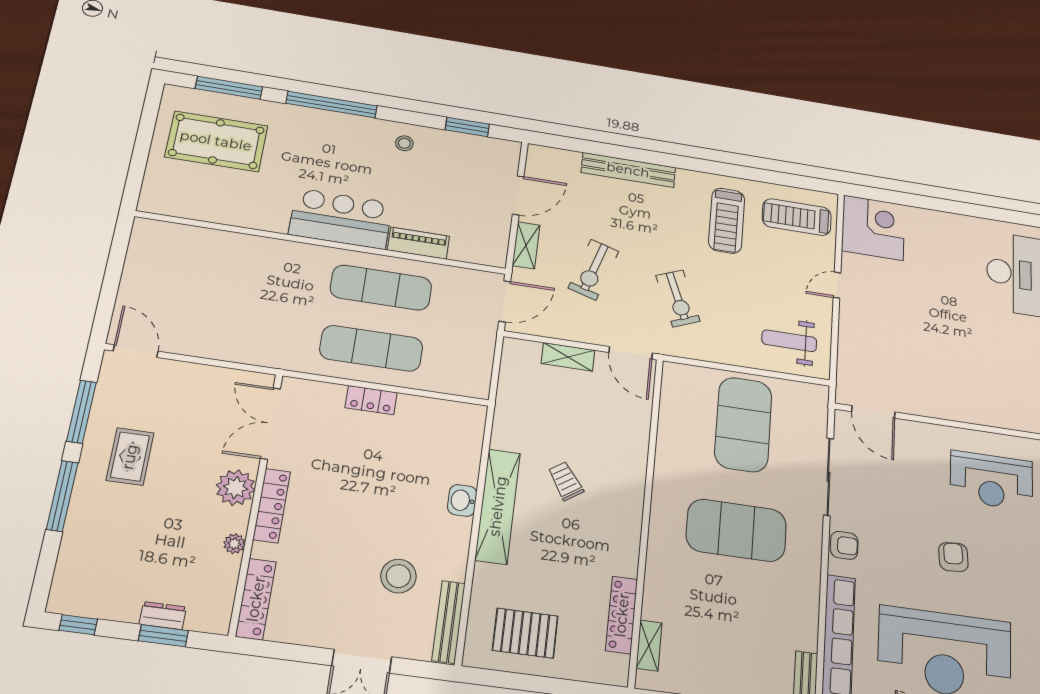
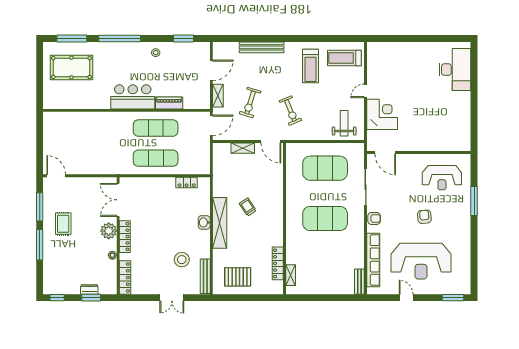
corner desk: (873, 228) -> (382, 114), moved
weight bench: (789, 341) -> (344, 123), turned 90
locker: (371, 400) -> (187, 183), moved
exercise mat: (743, 424) -> (325, 168), turned 90

